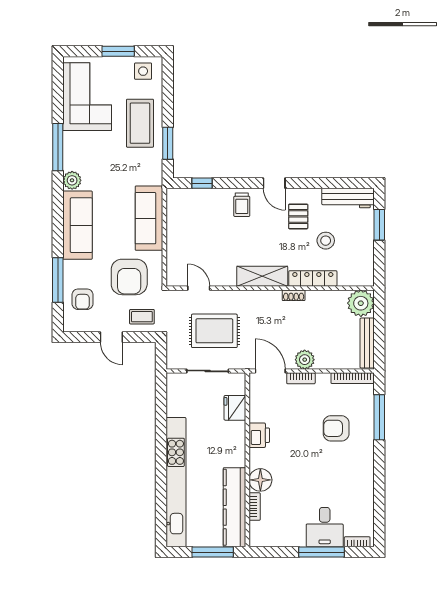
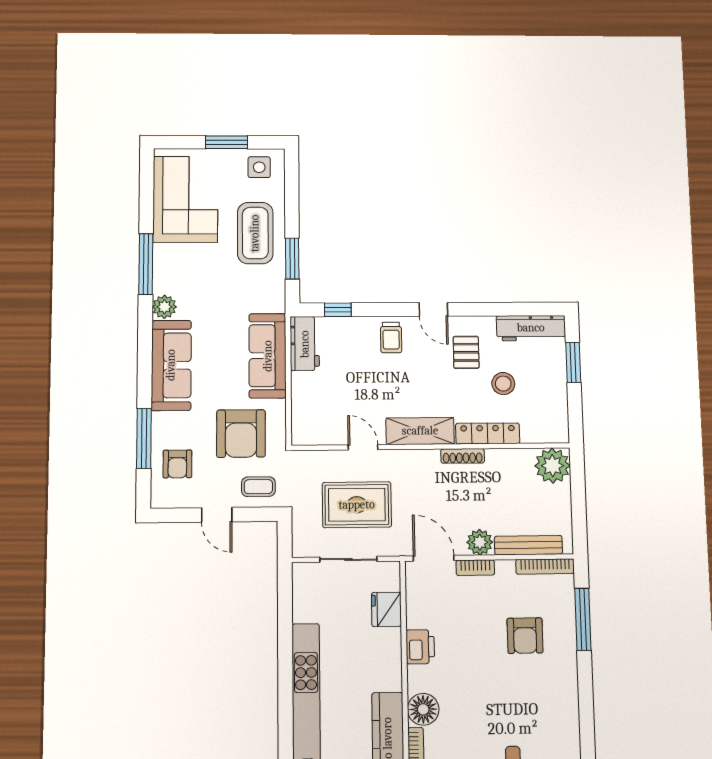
workbench: (177, 209) -> (305, 344), added
door: (199, 288) -> (363, 447), moved
shoe rack: (294, 295) -> (463, 456), width x1.43
bench: (367, 343) -> (528, 545), moved, turned 90
armchair: (336, 428) -> (525, 636), turned -90

